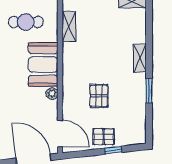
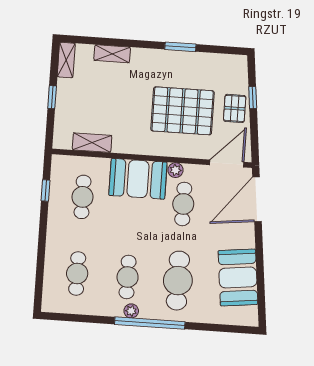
shelving: (140, 58) -> (112, 54), moved
pallet: (99, 96) -> (183, 111), width x2.05, depth x2.00
cafe table: (26, 102) -> (183, 204), added

